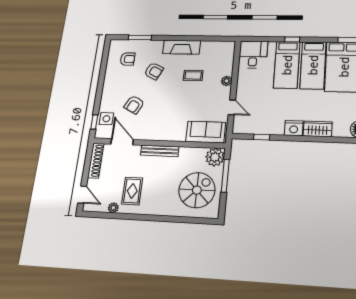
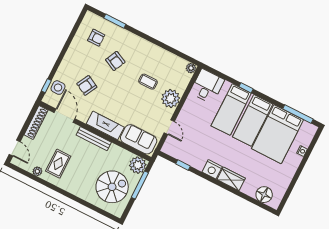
plant: (230, 46) -> (191, 68), added
fireplace: (182, 47) -> (105, 125), moved, turned 180
plant: (227, 81) -> (171, 98), width x1.88, depth x1.88

